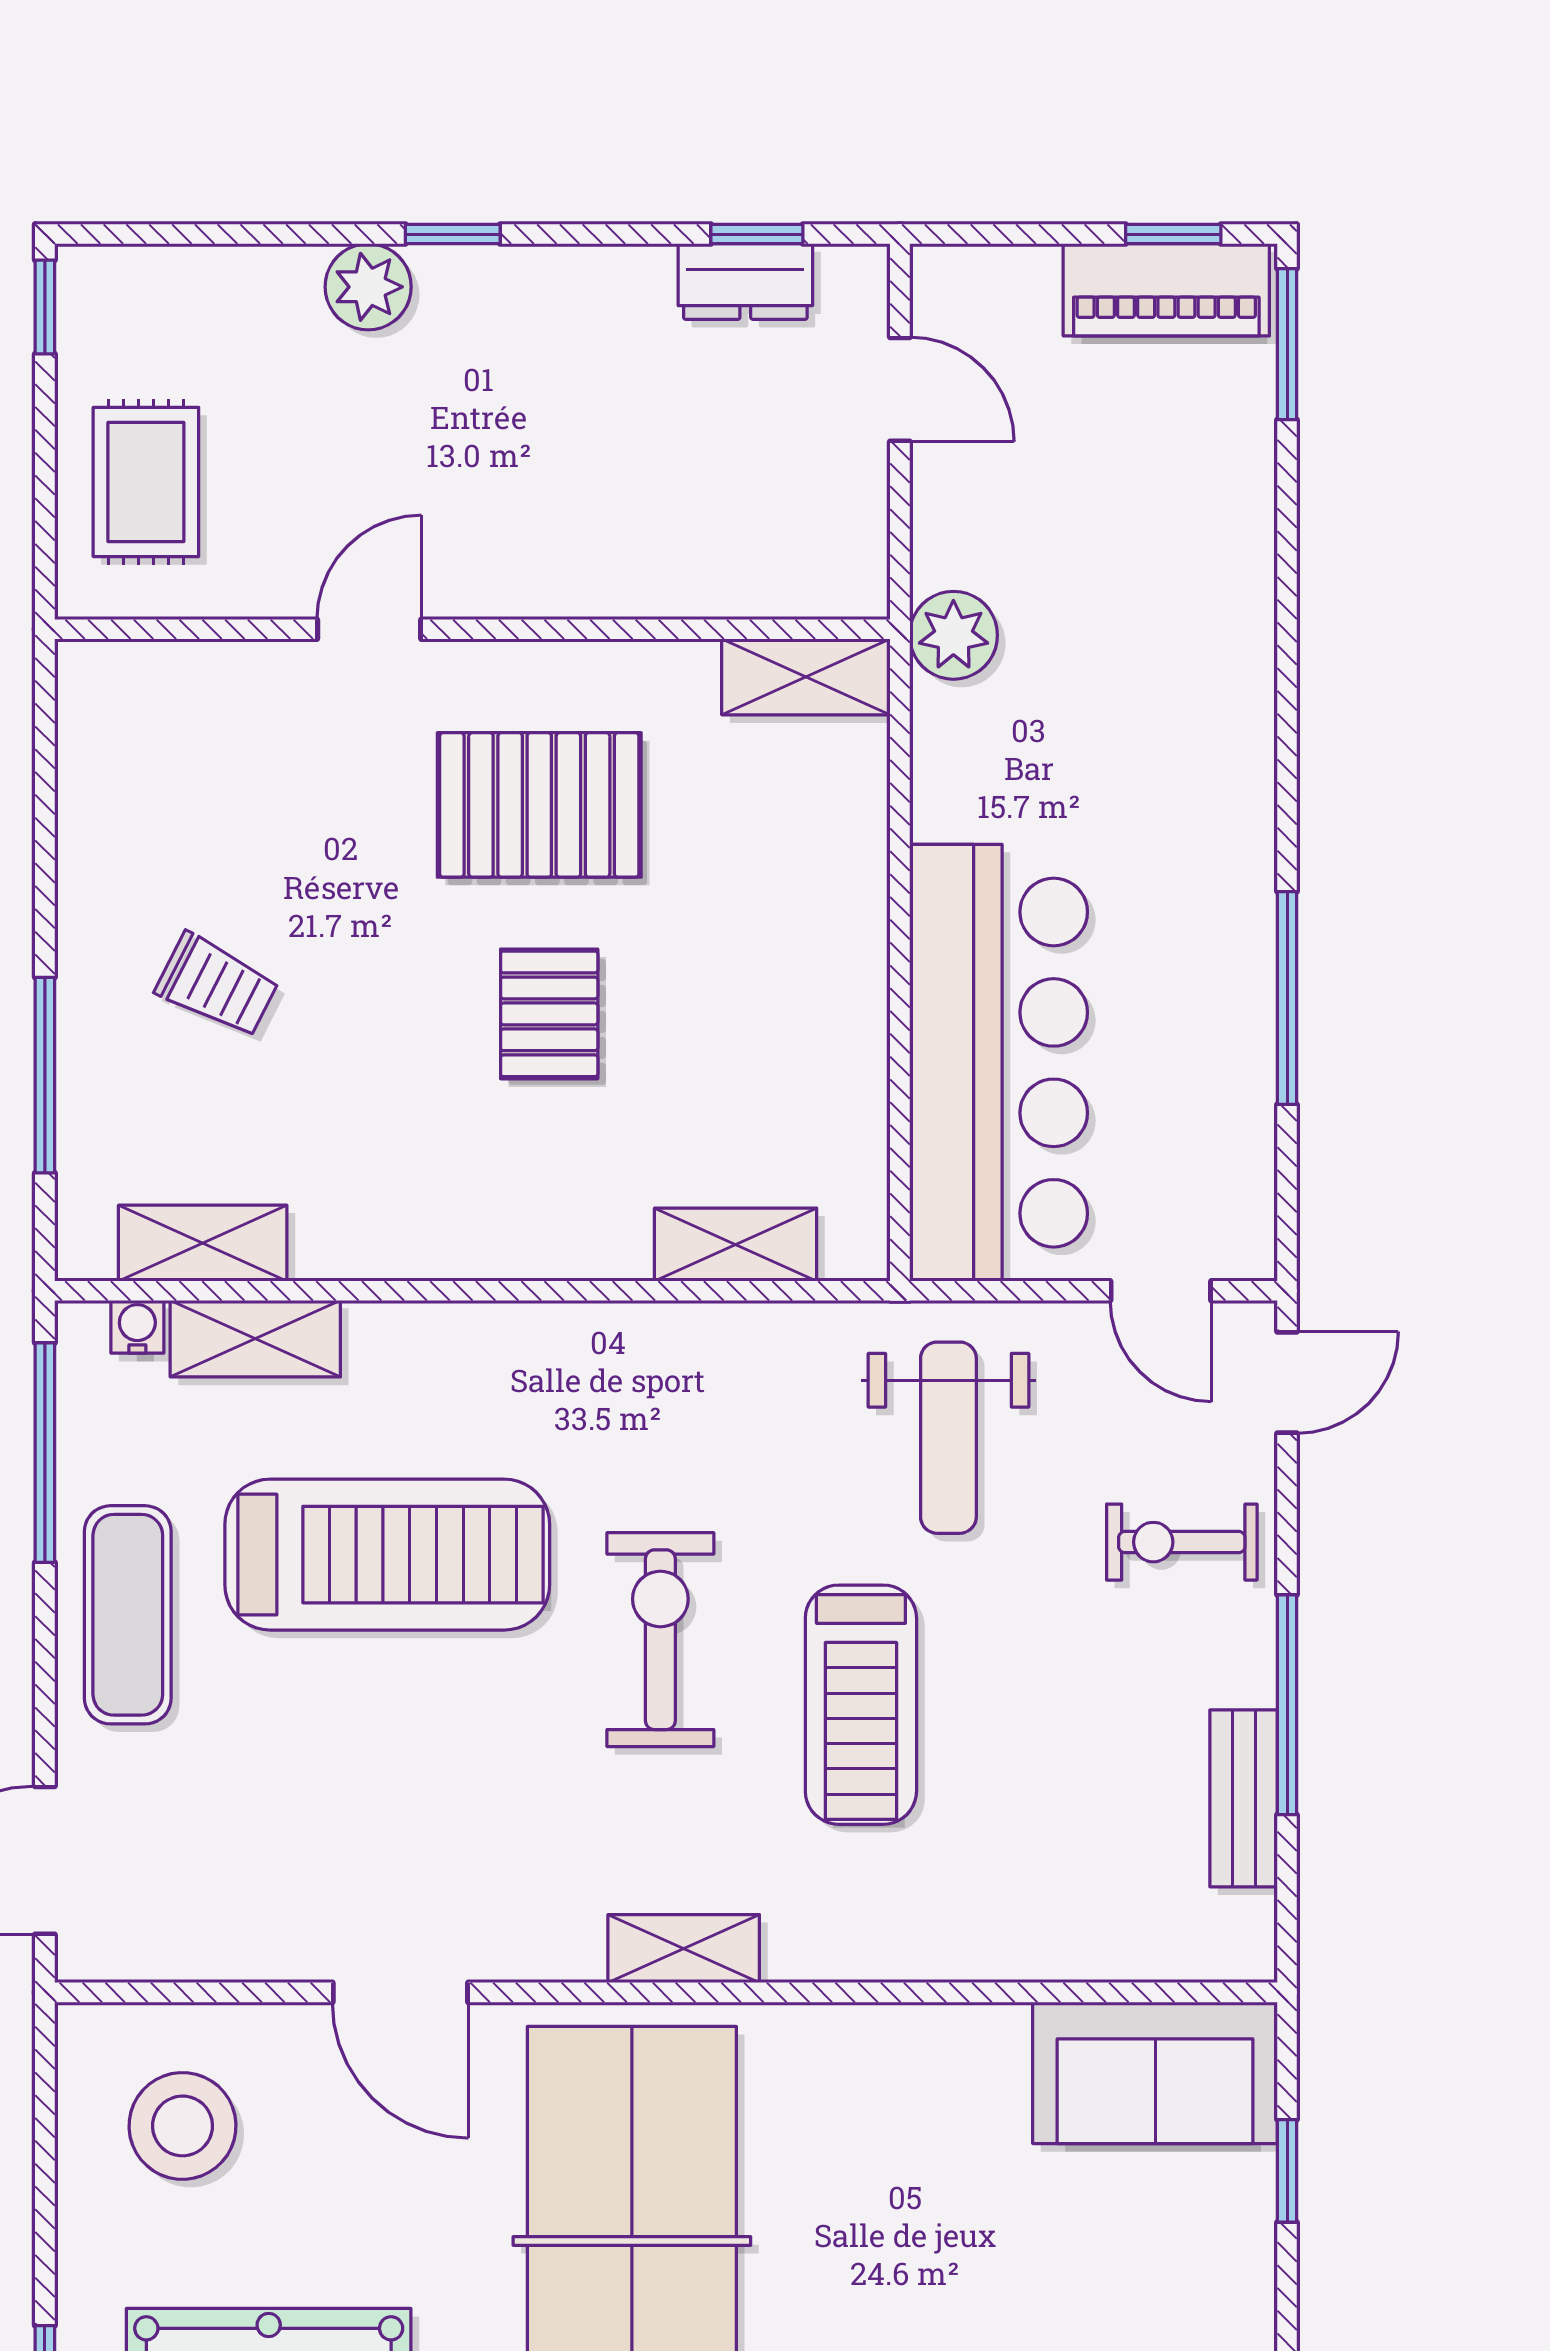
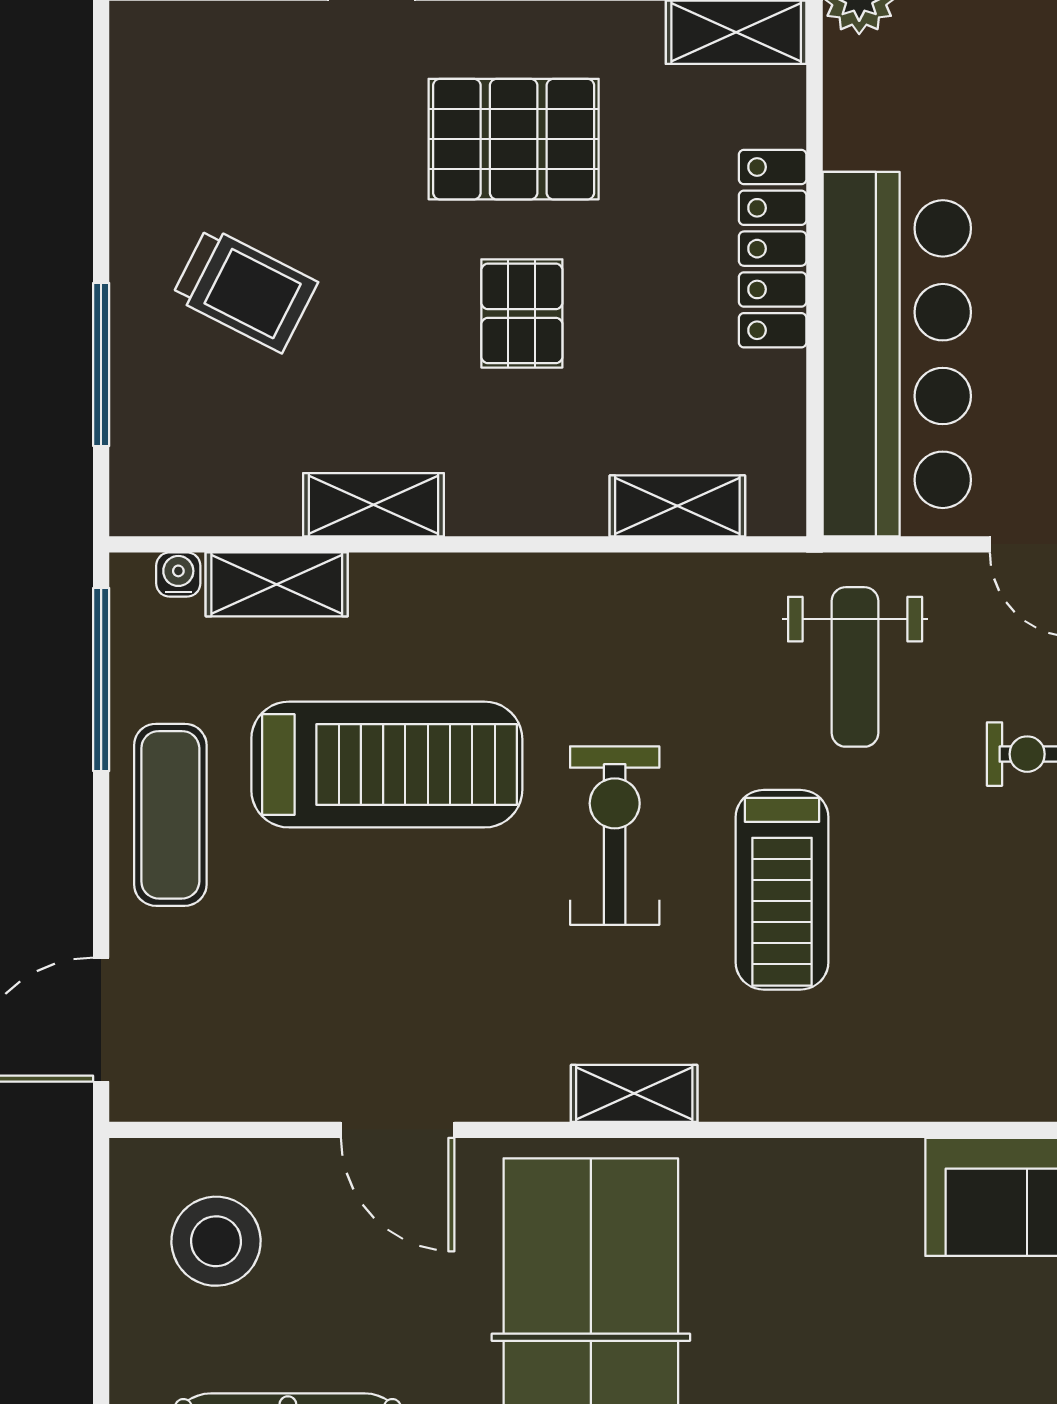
locker: (850, 936) -> (773, 249), added
trolley: (217, 985) -> (245, 290), width x1.36, depth x1.39
shelving: (203, 1243) -> (374, 505), moved

